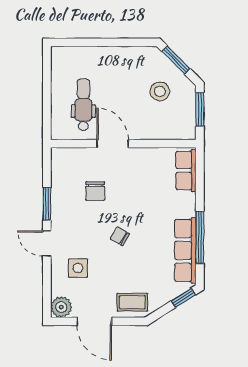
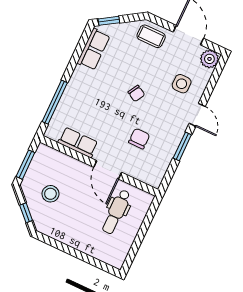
window: (176, 60) -> (26, 213), width x0.67
row of seats: (186, 170) -> (78, 142), moved, turned -90
window: (200, 237) -> (55, 102), moved
row of seats: (185, 250) -> (94, 49), width x0.68

